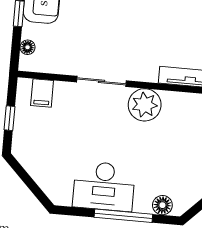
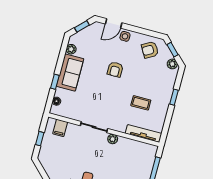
coffee table: (176, 25) -> (141, 103), added
plant: (145, 105) -> (113, 139), width x0.53, depth x0.53

